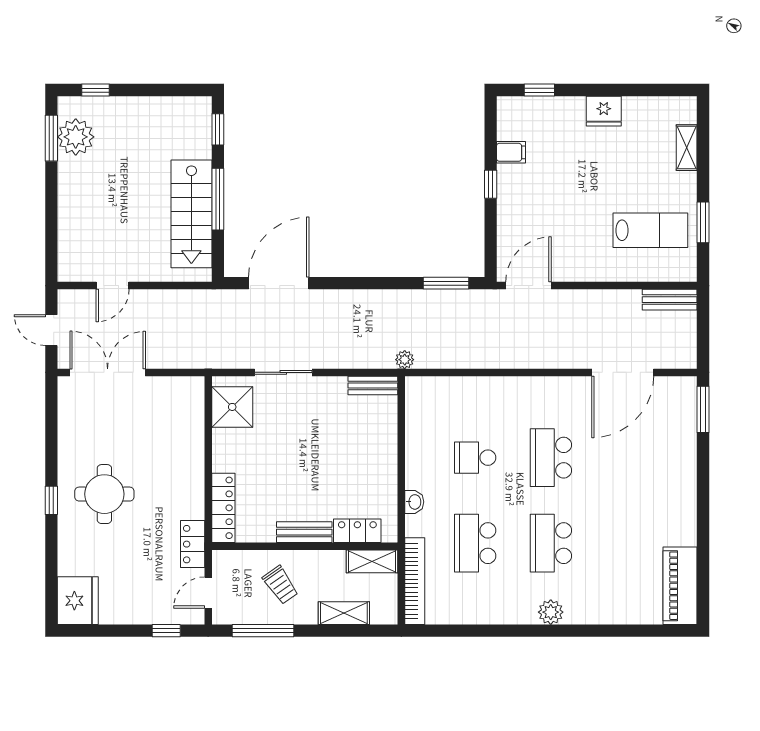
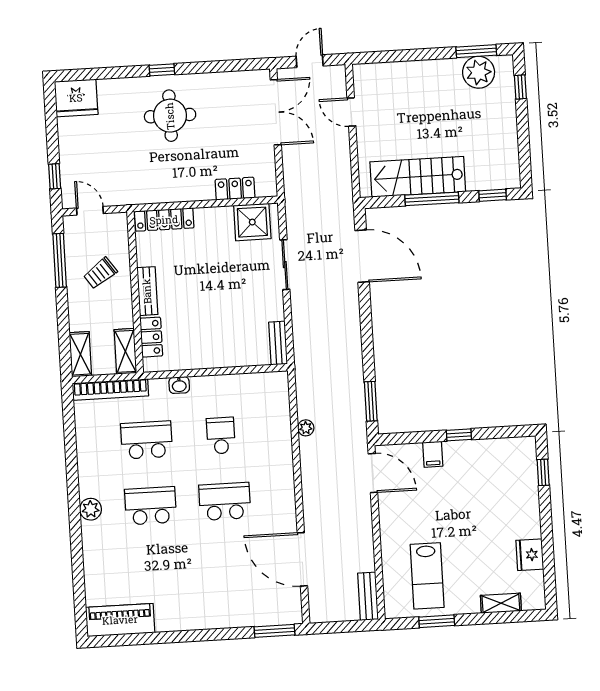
fridge: (604, 111) -> (530, 555), moved
filing cabinet: (511, 152) -> (433, 454), moved
plant: (405, 360) -> (306, 428), moved
locker: (193, 544) -> (235, 189), moved
shelving: (344, 613) -> (80, 354), moved

